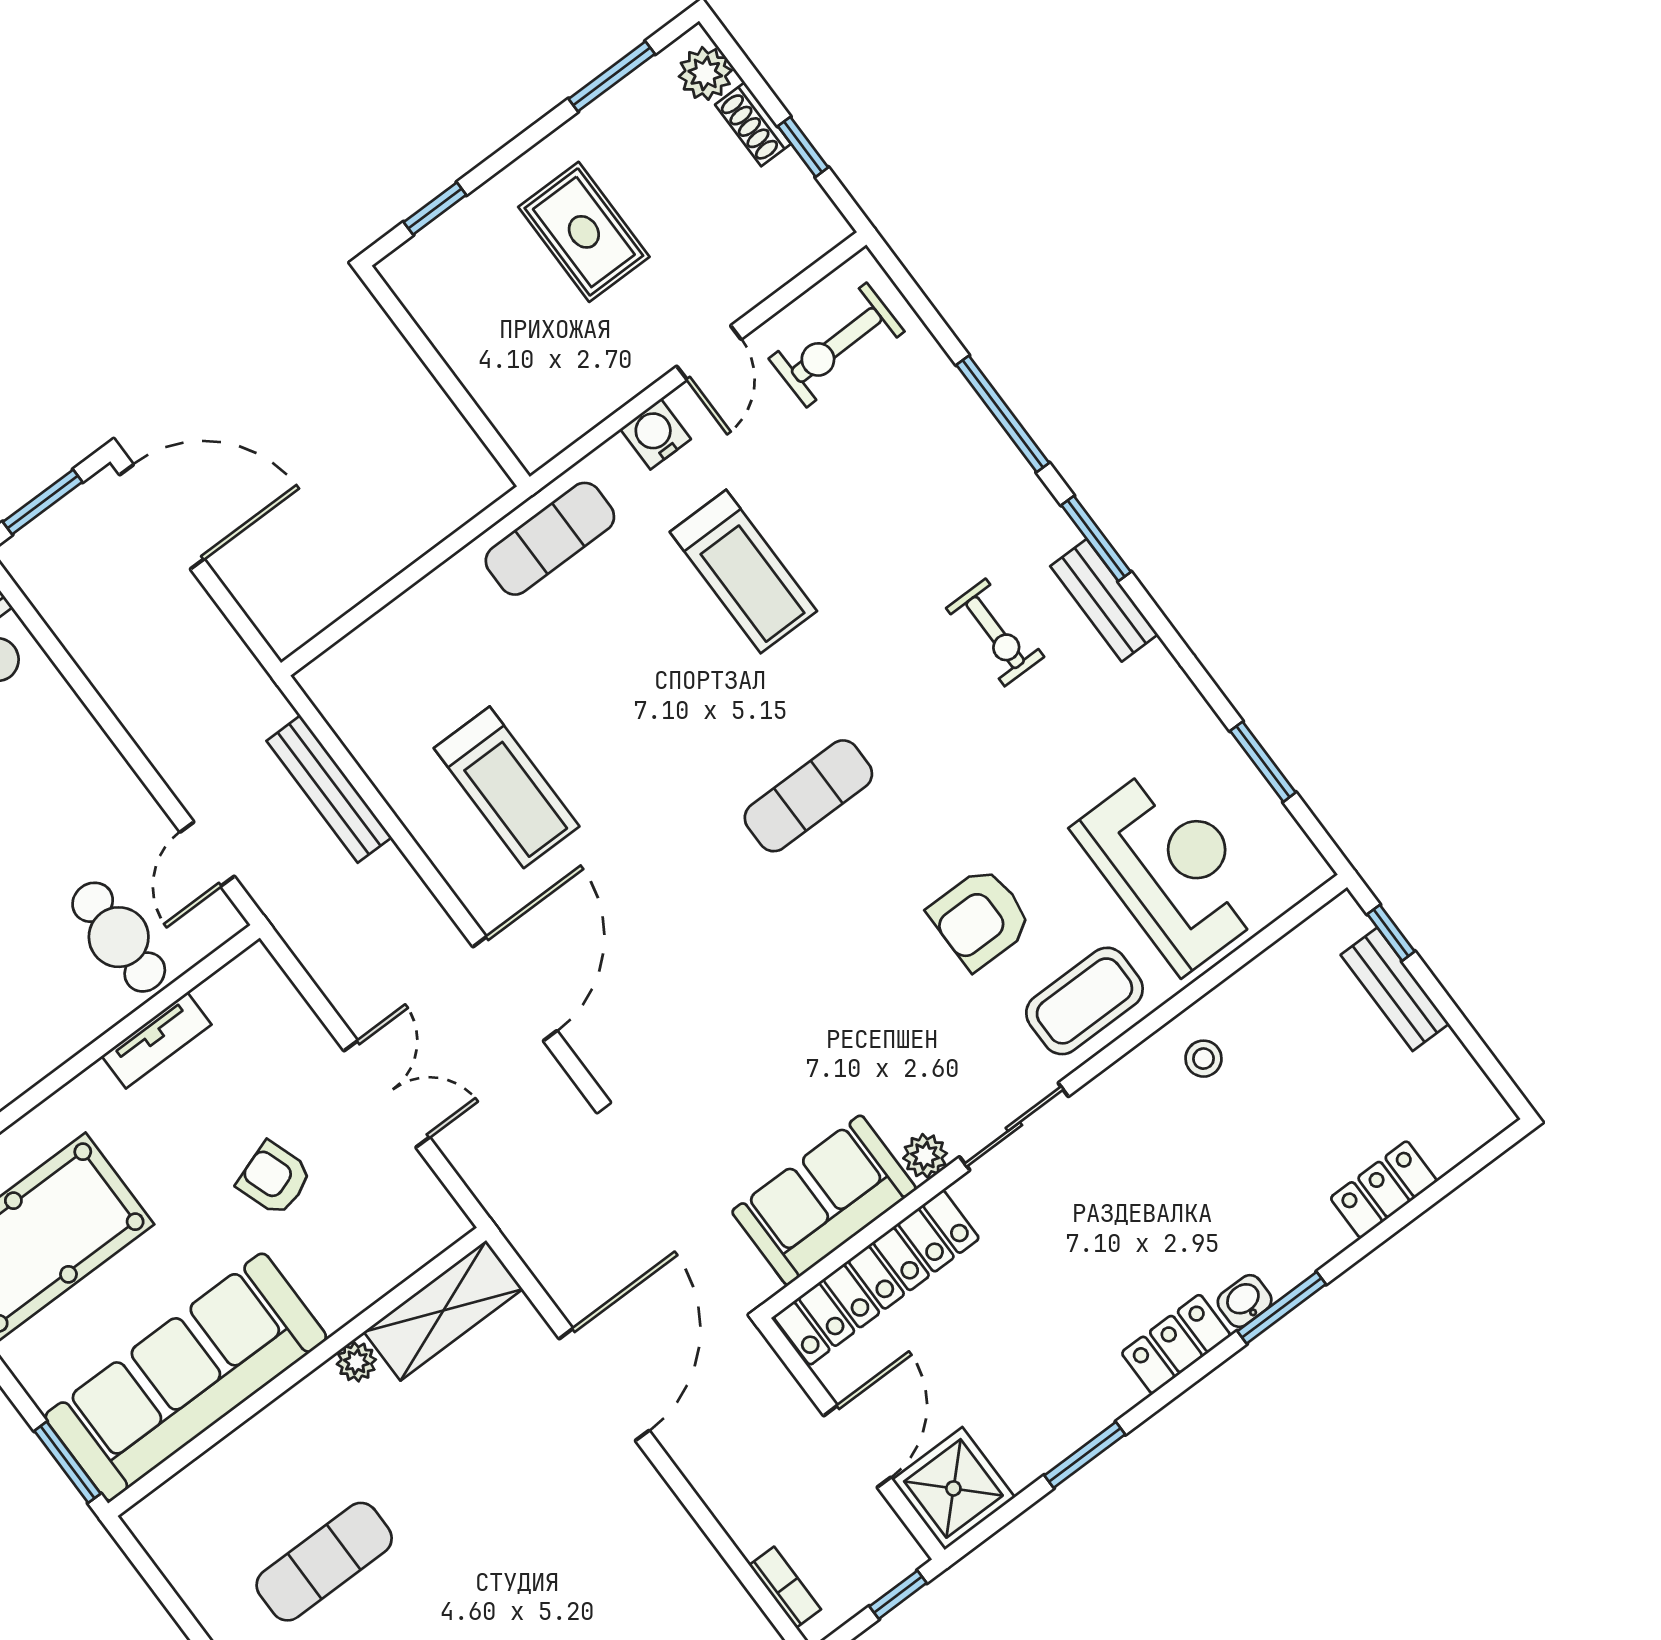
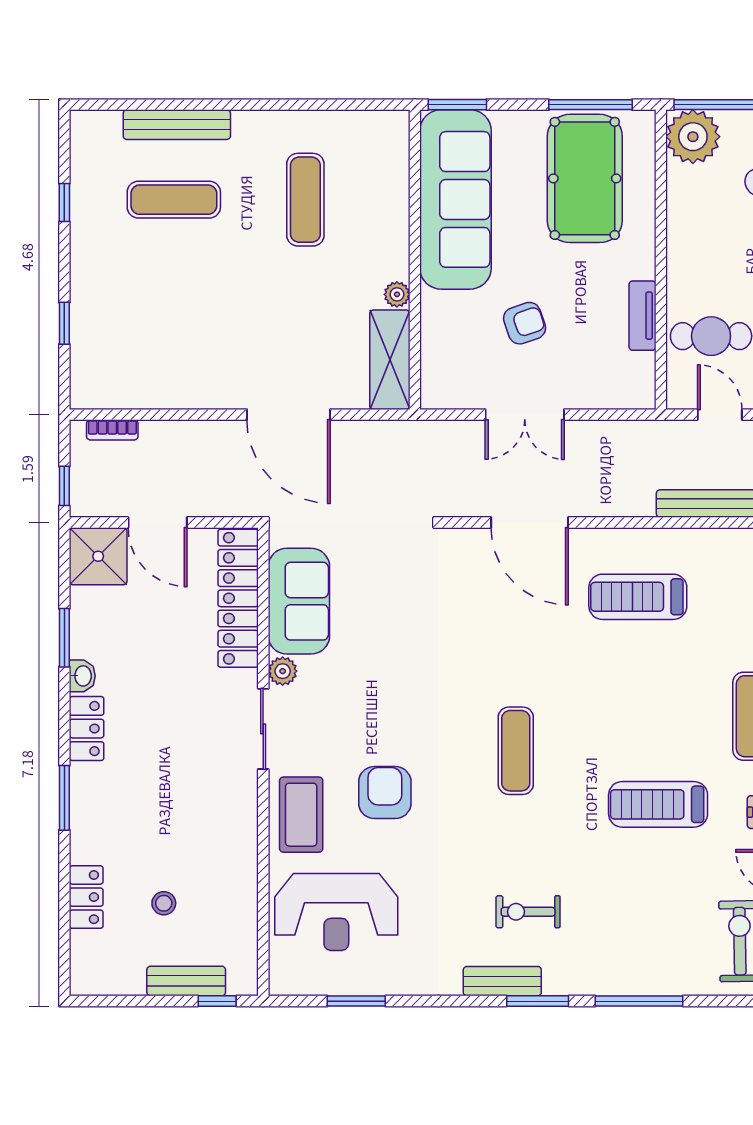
stool: (1204, 1059) -> (164, 903), moved
washbasin: (1245, 1301) -> (82, 676), moved

